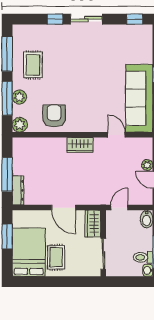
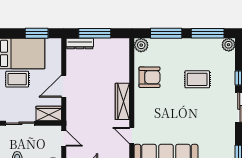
rug: (33, 65) -> (197, 79), moved
plant: (19, 97) -> (229, 45), moved
door: (116, 135) -> (132, 136), swing flipped
wardrobe: (80, 145) -> (122, 101), width x1.50

